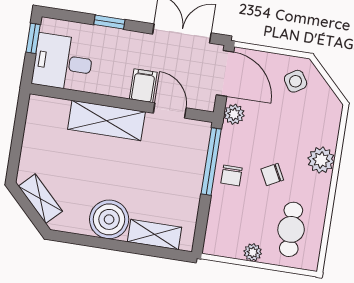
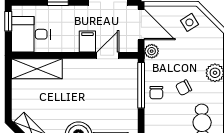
door: (170, 110) -> (108, 55), hinge flipped
shelving: (106, 120) -> (37, 69), moved

